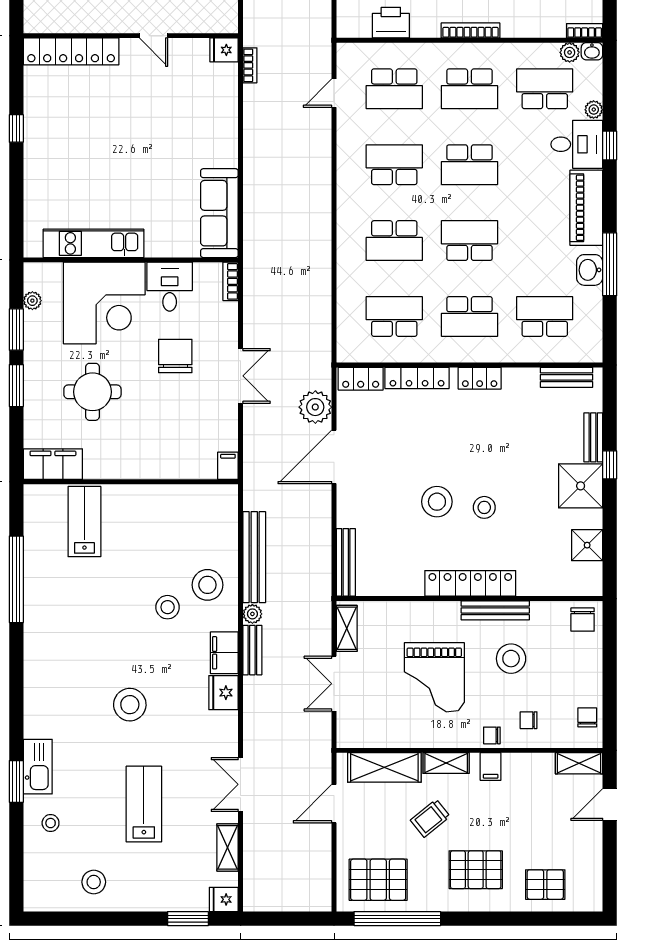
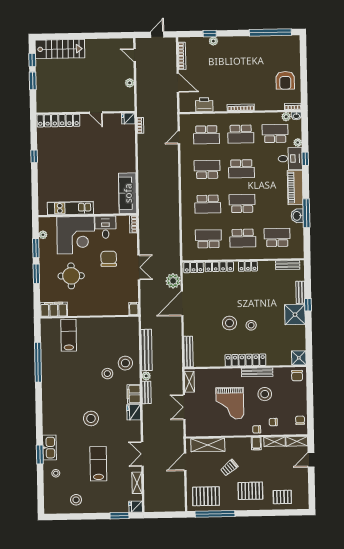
shower: (587, 545) -> (299, 358), moved
shelving: (446, 763) -> (275, 442), moved

